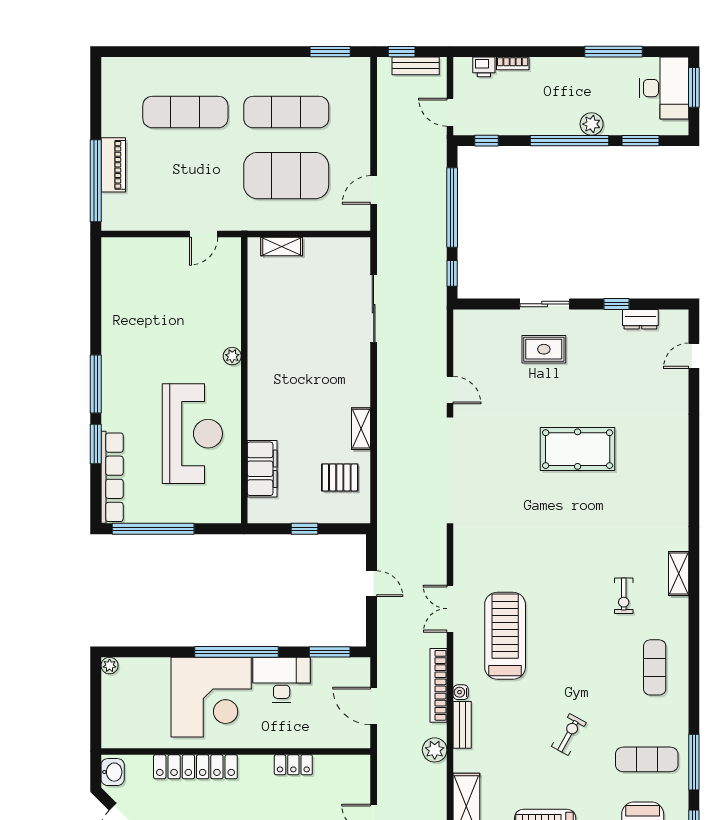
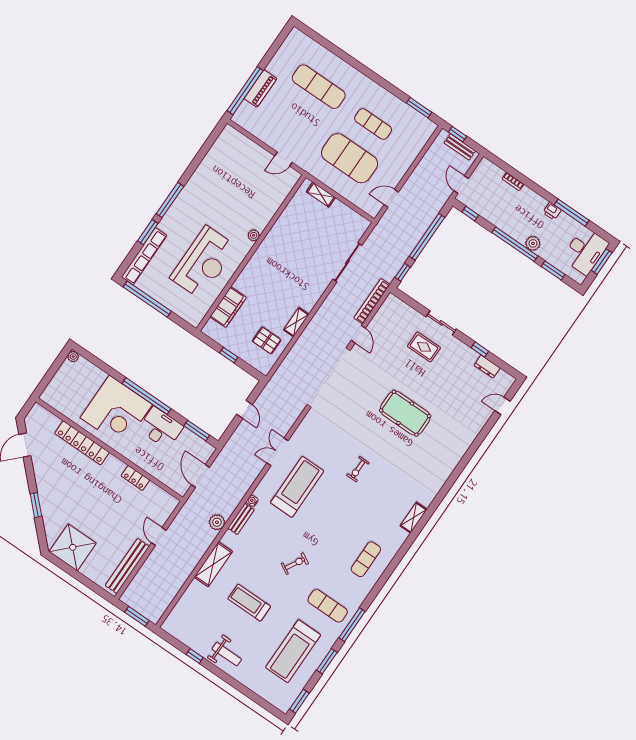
printer: (484, 67) -> (552, 211), moved
exercise mat: (286, 112) -> (373, 124), width x0.73, depth x0.69
exercise bike: (624, 596) -> (358, 469), moved
bookcase: (438, 685) -> (372, 301), moved
washbasin: (113, 772) -> (35, 415), removed

